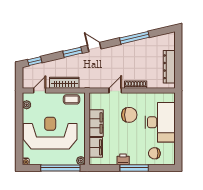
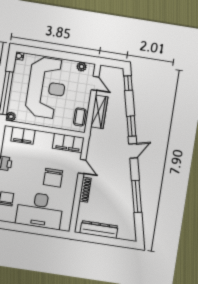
filing cabinet: (96, 123) -> (68, 143), moved

